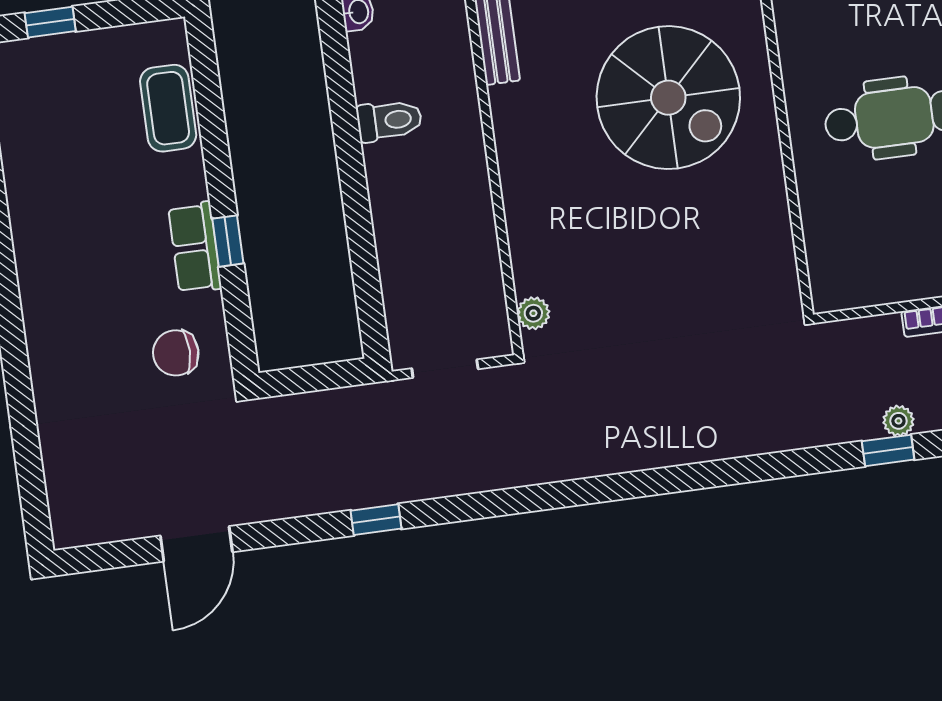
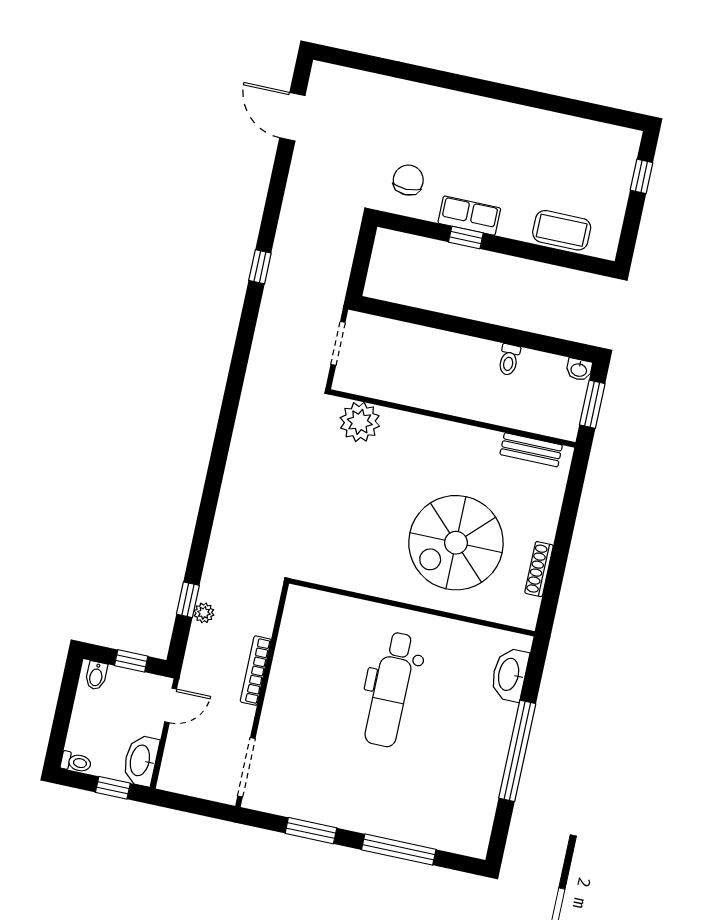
toilet: (389, 120) -> (509, 360), width x0.73, depth x0.72
plant: (533, 313) -> (360, 422), width x1.88, depth x1.88
door: (196, 544) -> (292, 117), moved

